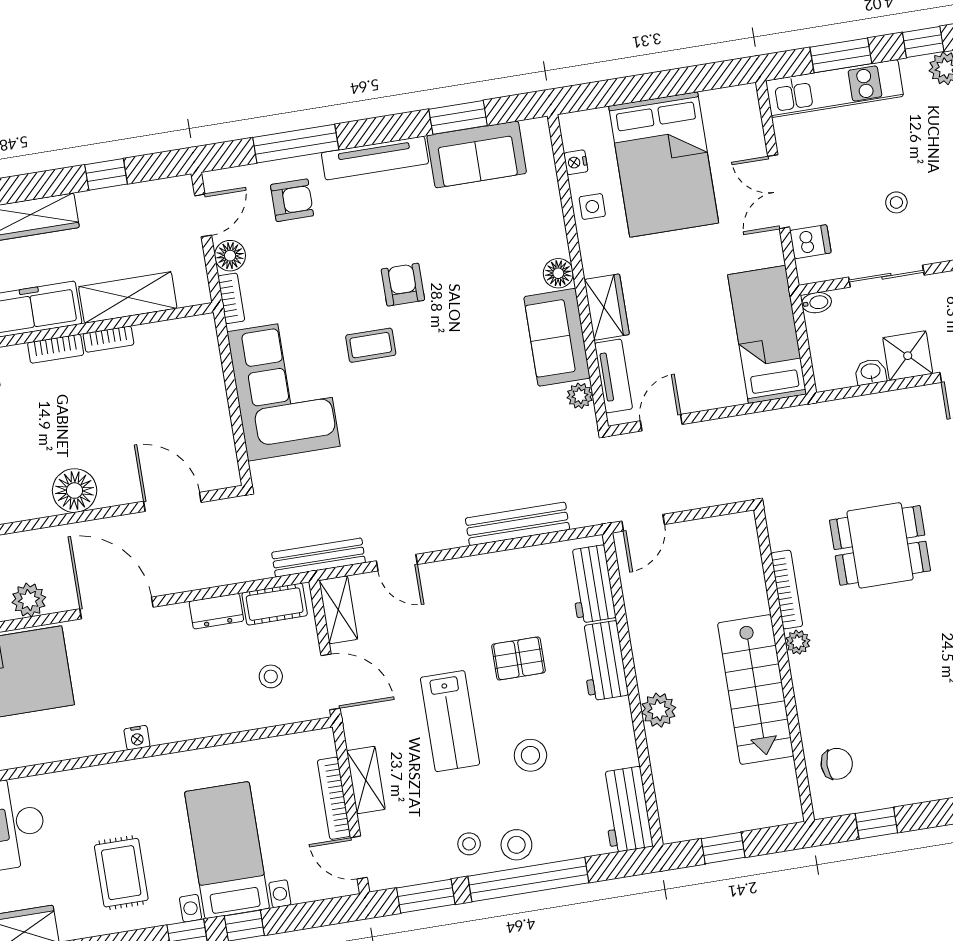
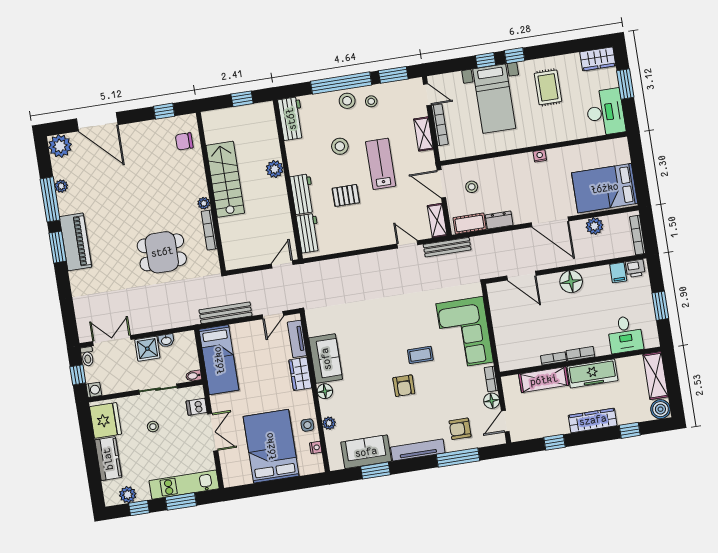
plant: (580, 396) -> (329, 423), moved
bench: (517, 524) -> (226, 313), moved

